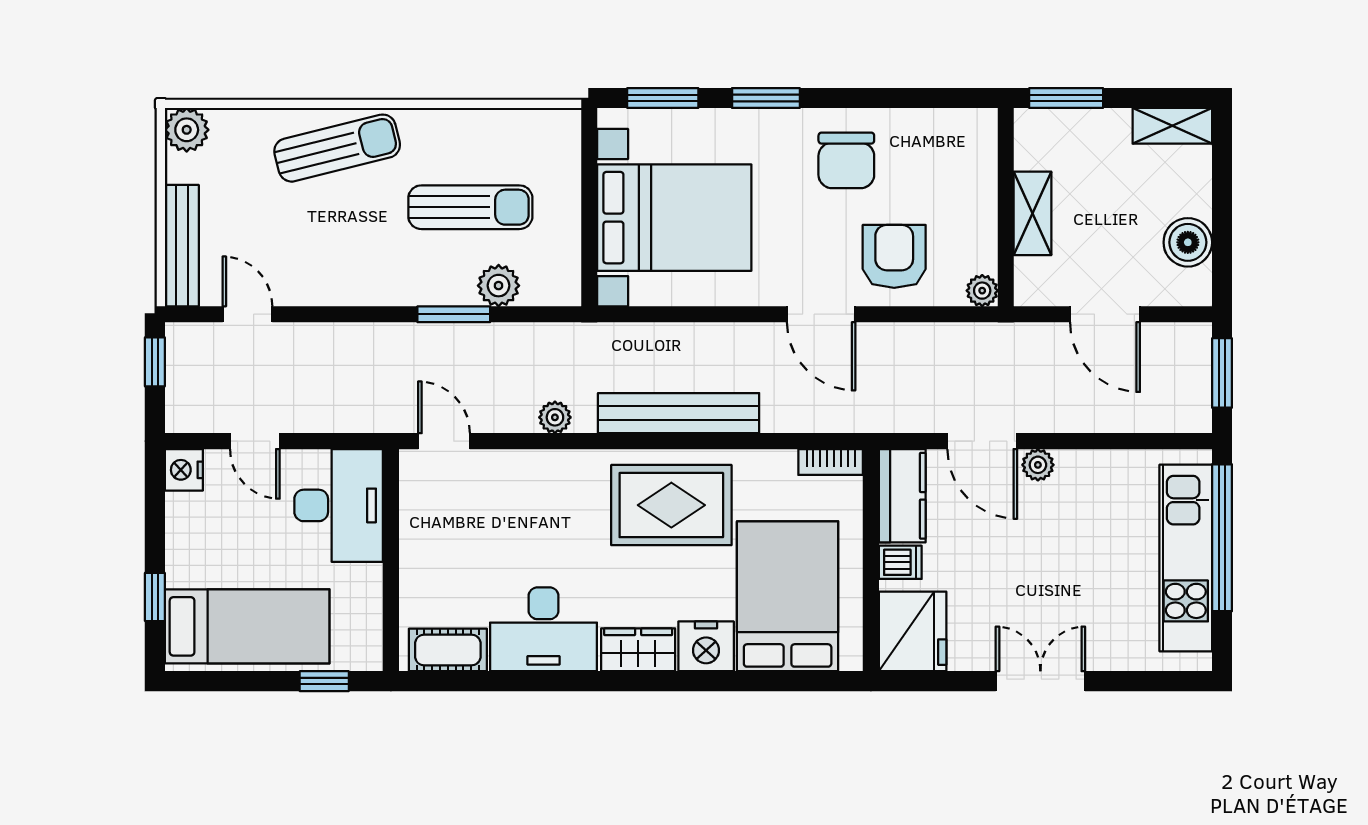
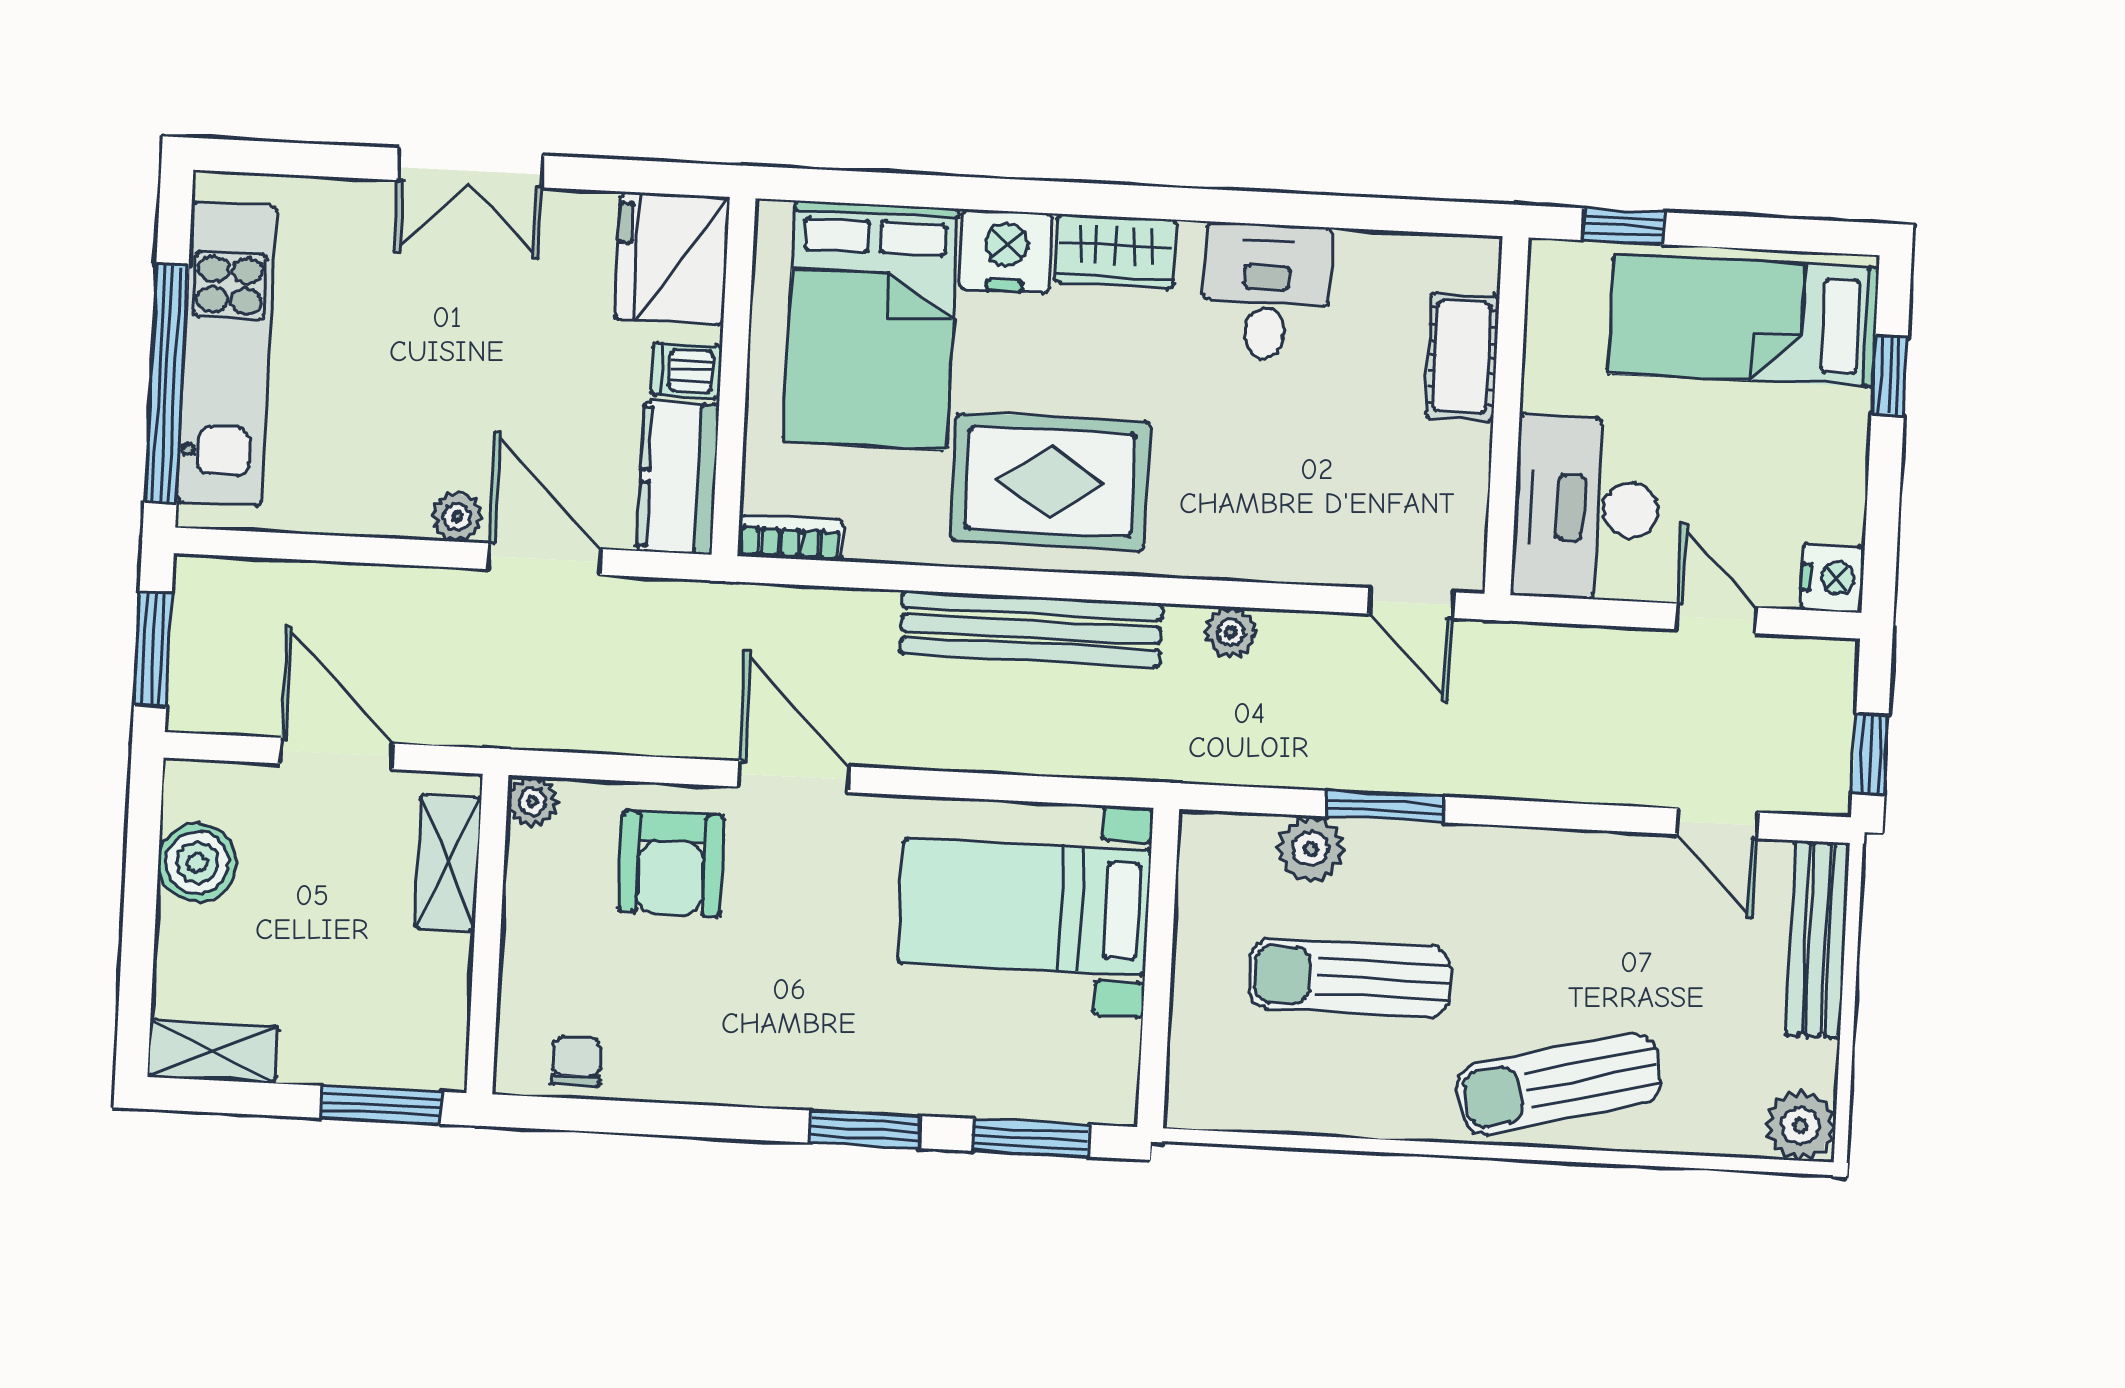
chair: (846, 160) -> (576, 1061), moved, width x0.54, depth x0.54
shelving: (1033, 213) -> (448, 863), moved
bed with nightstands: (674, 218) -> (1024, 906), width x0.73
desk: (544, 629) -> (1266, 292), width x0.73
cot: (448, 650) -> (1462, 357), moved, turned 90

